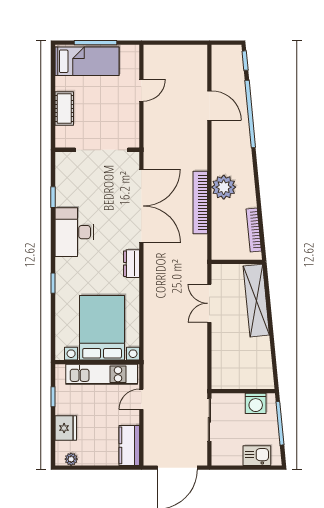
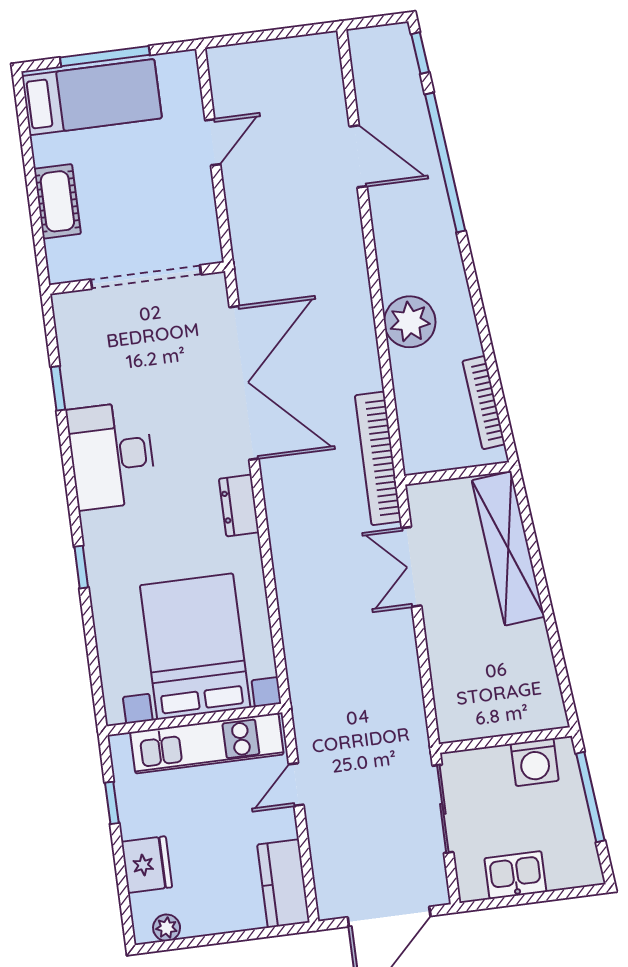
bookcase: (200, 202) -> (378, 458), moved
kitchen sink: (257, 456) -> (515, 875), moved

